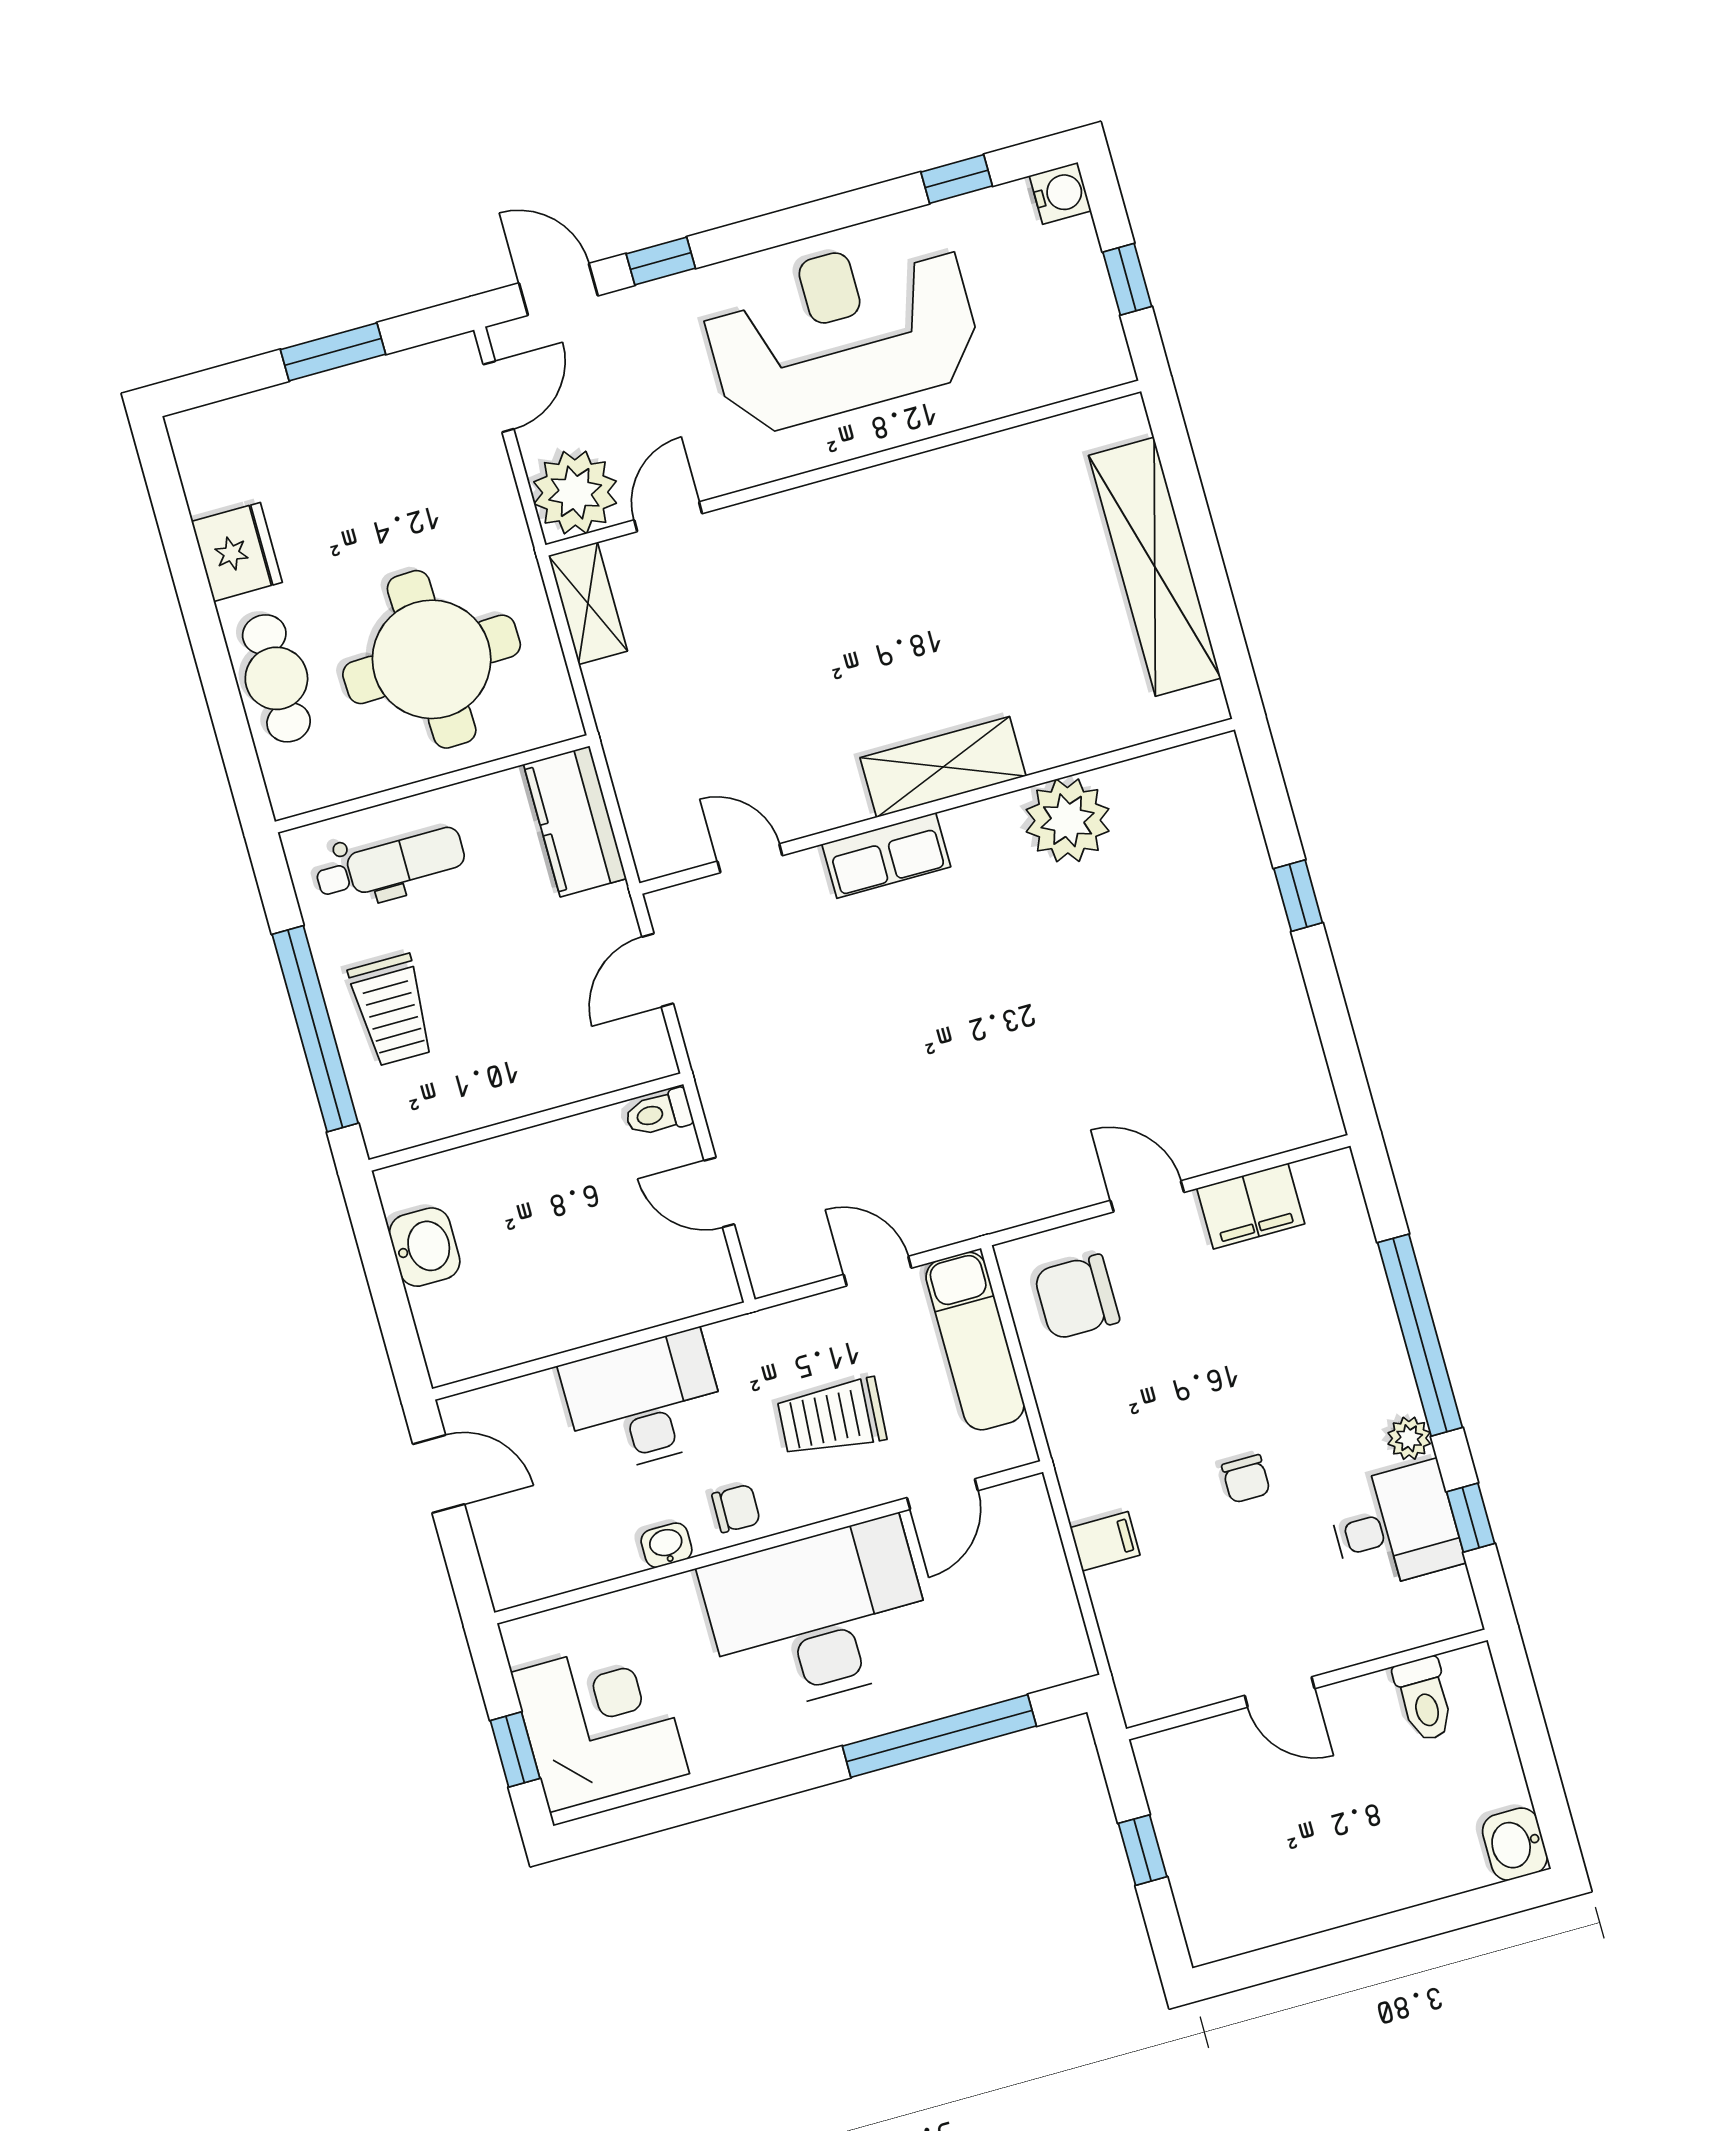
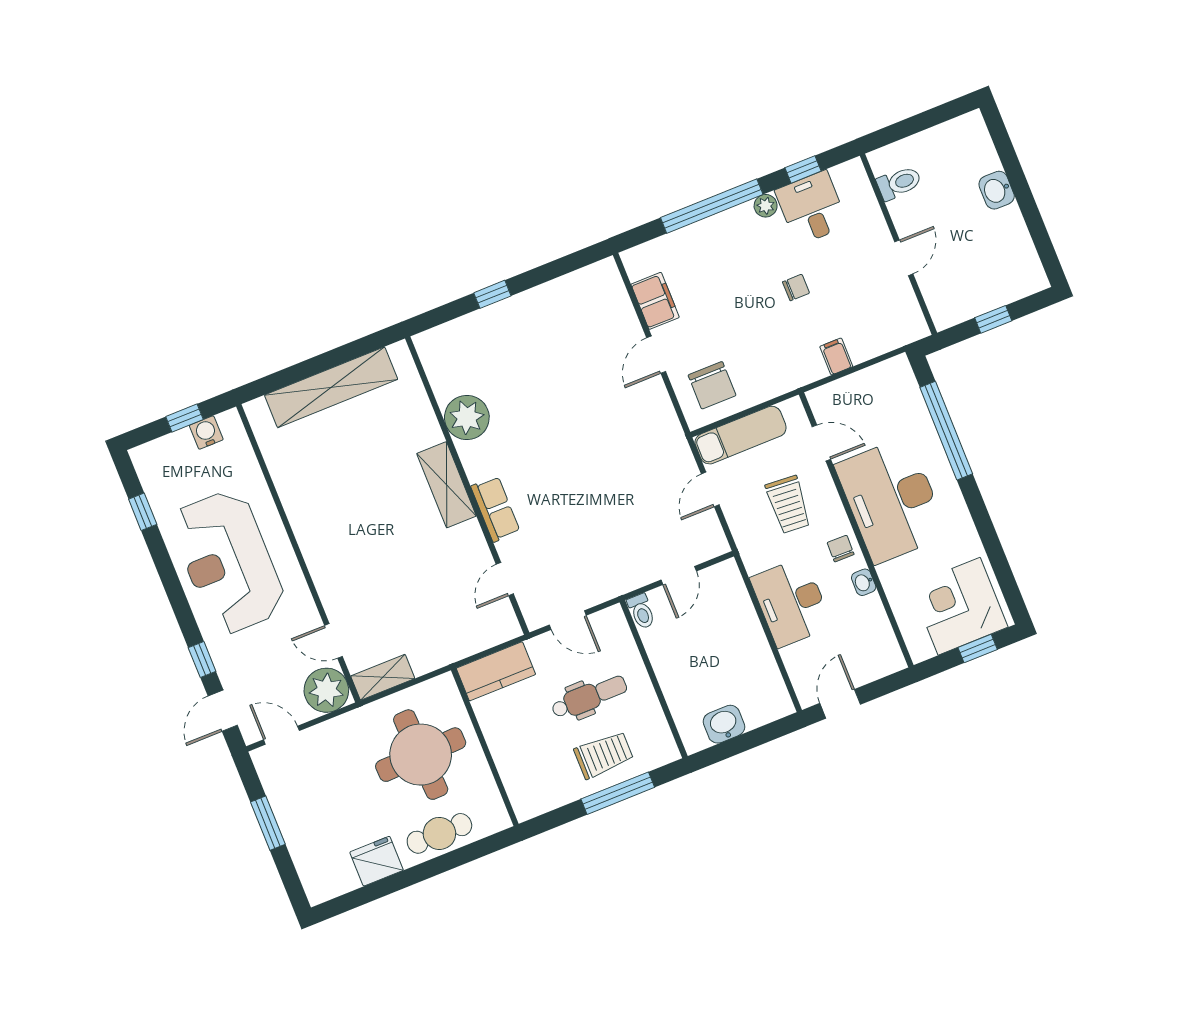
water cooler: (1060, 193) -> (206, 432), moved
dental chair: (390, 864) -> (589, 697), moved, turned 90
window: (315, 1029) -> (618, 793), width x0.68
washbasin: (1515, 1844) -> (997, 190), moved, turned 90

